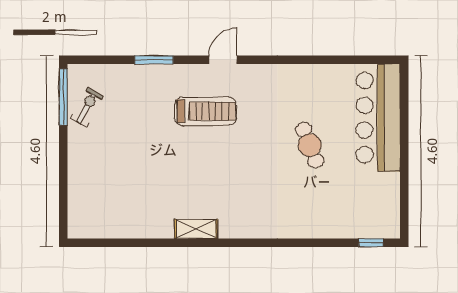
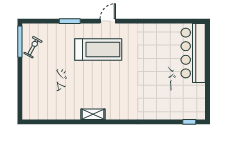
treadmill: (205, 111) -> (98, 49), width x1.37, depth x1.38
cafe table: (310, 145) -> (156, 68), removed

